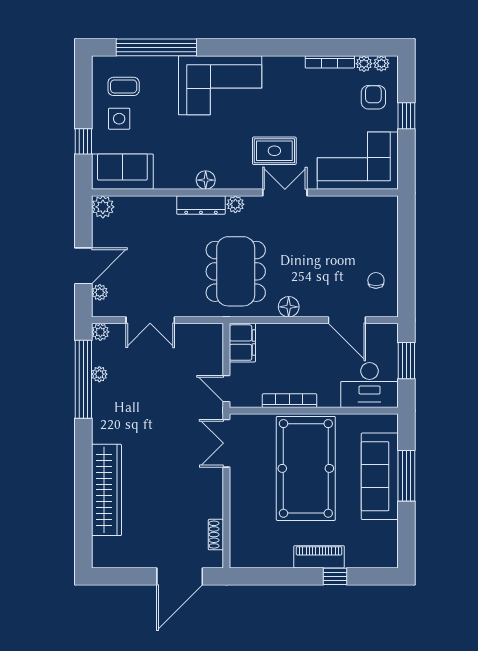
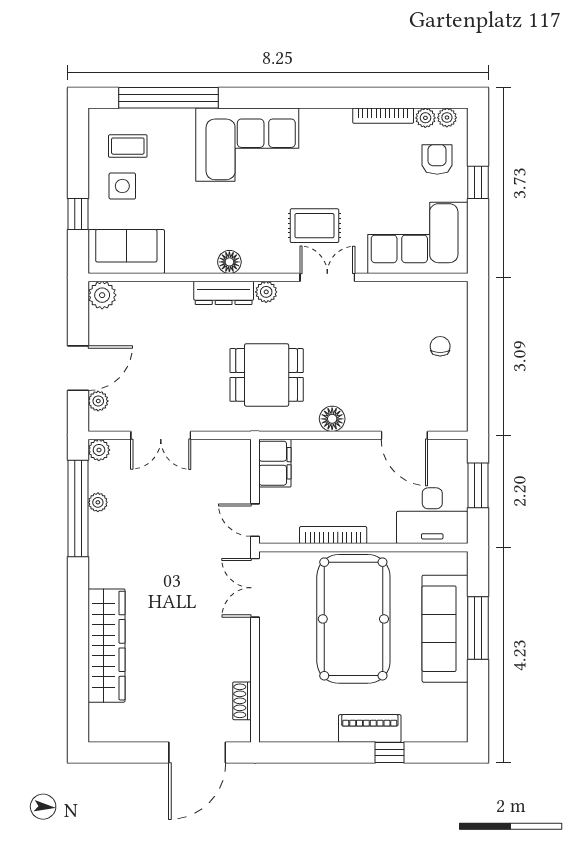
dining table: (236, 271) -> (267, 375), width x0.73
chair: (376, 280) -> (440, 346), moved

